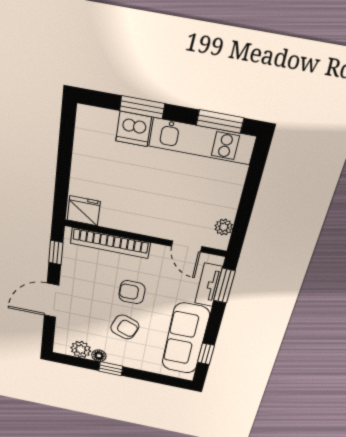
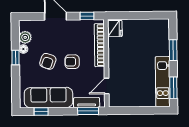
dishwasher: (134, 129) -> (162, 48), removed
plant: (224, 227) -> (122, 102), removed
armchair: (132, 292) -> (72, 62), turned -90

